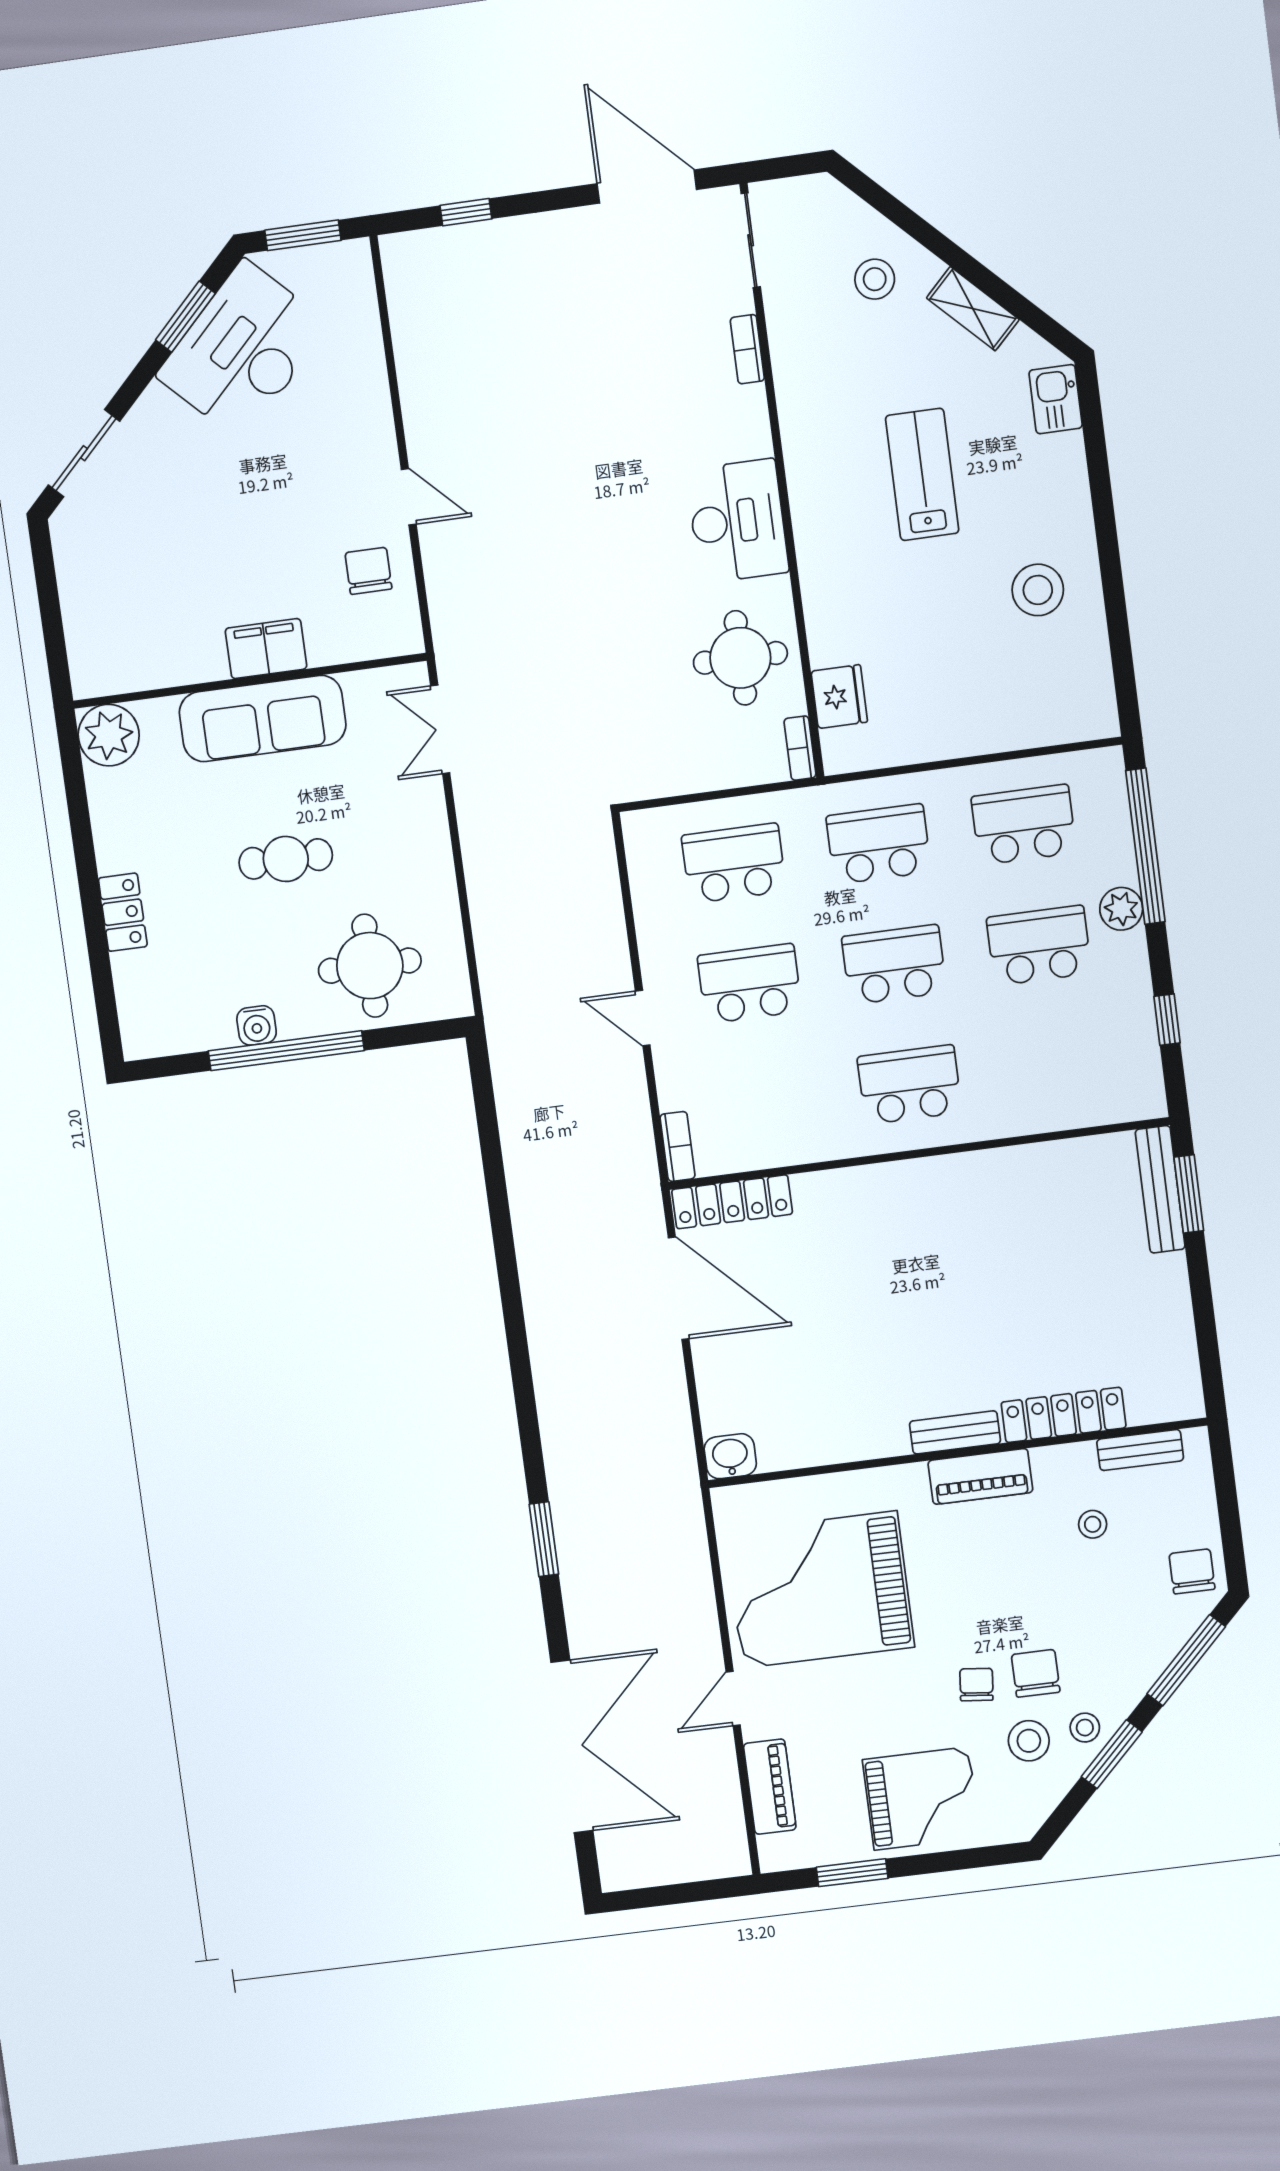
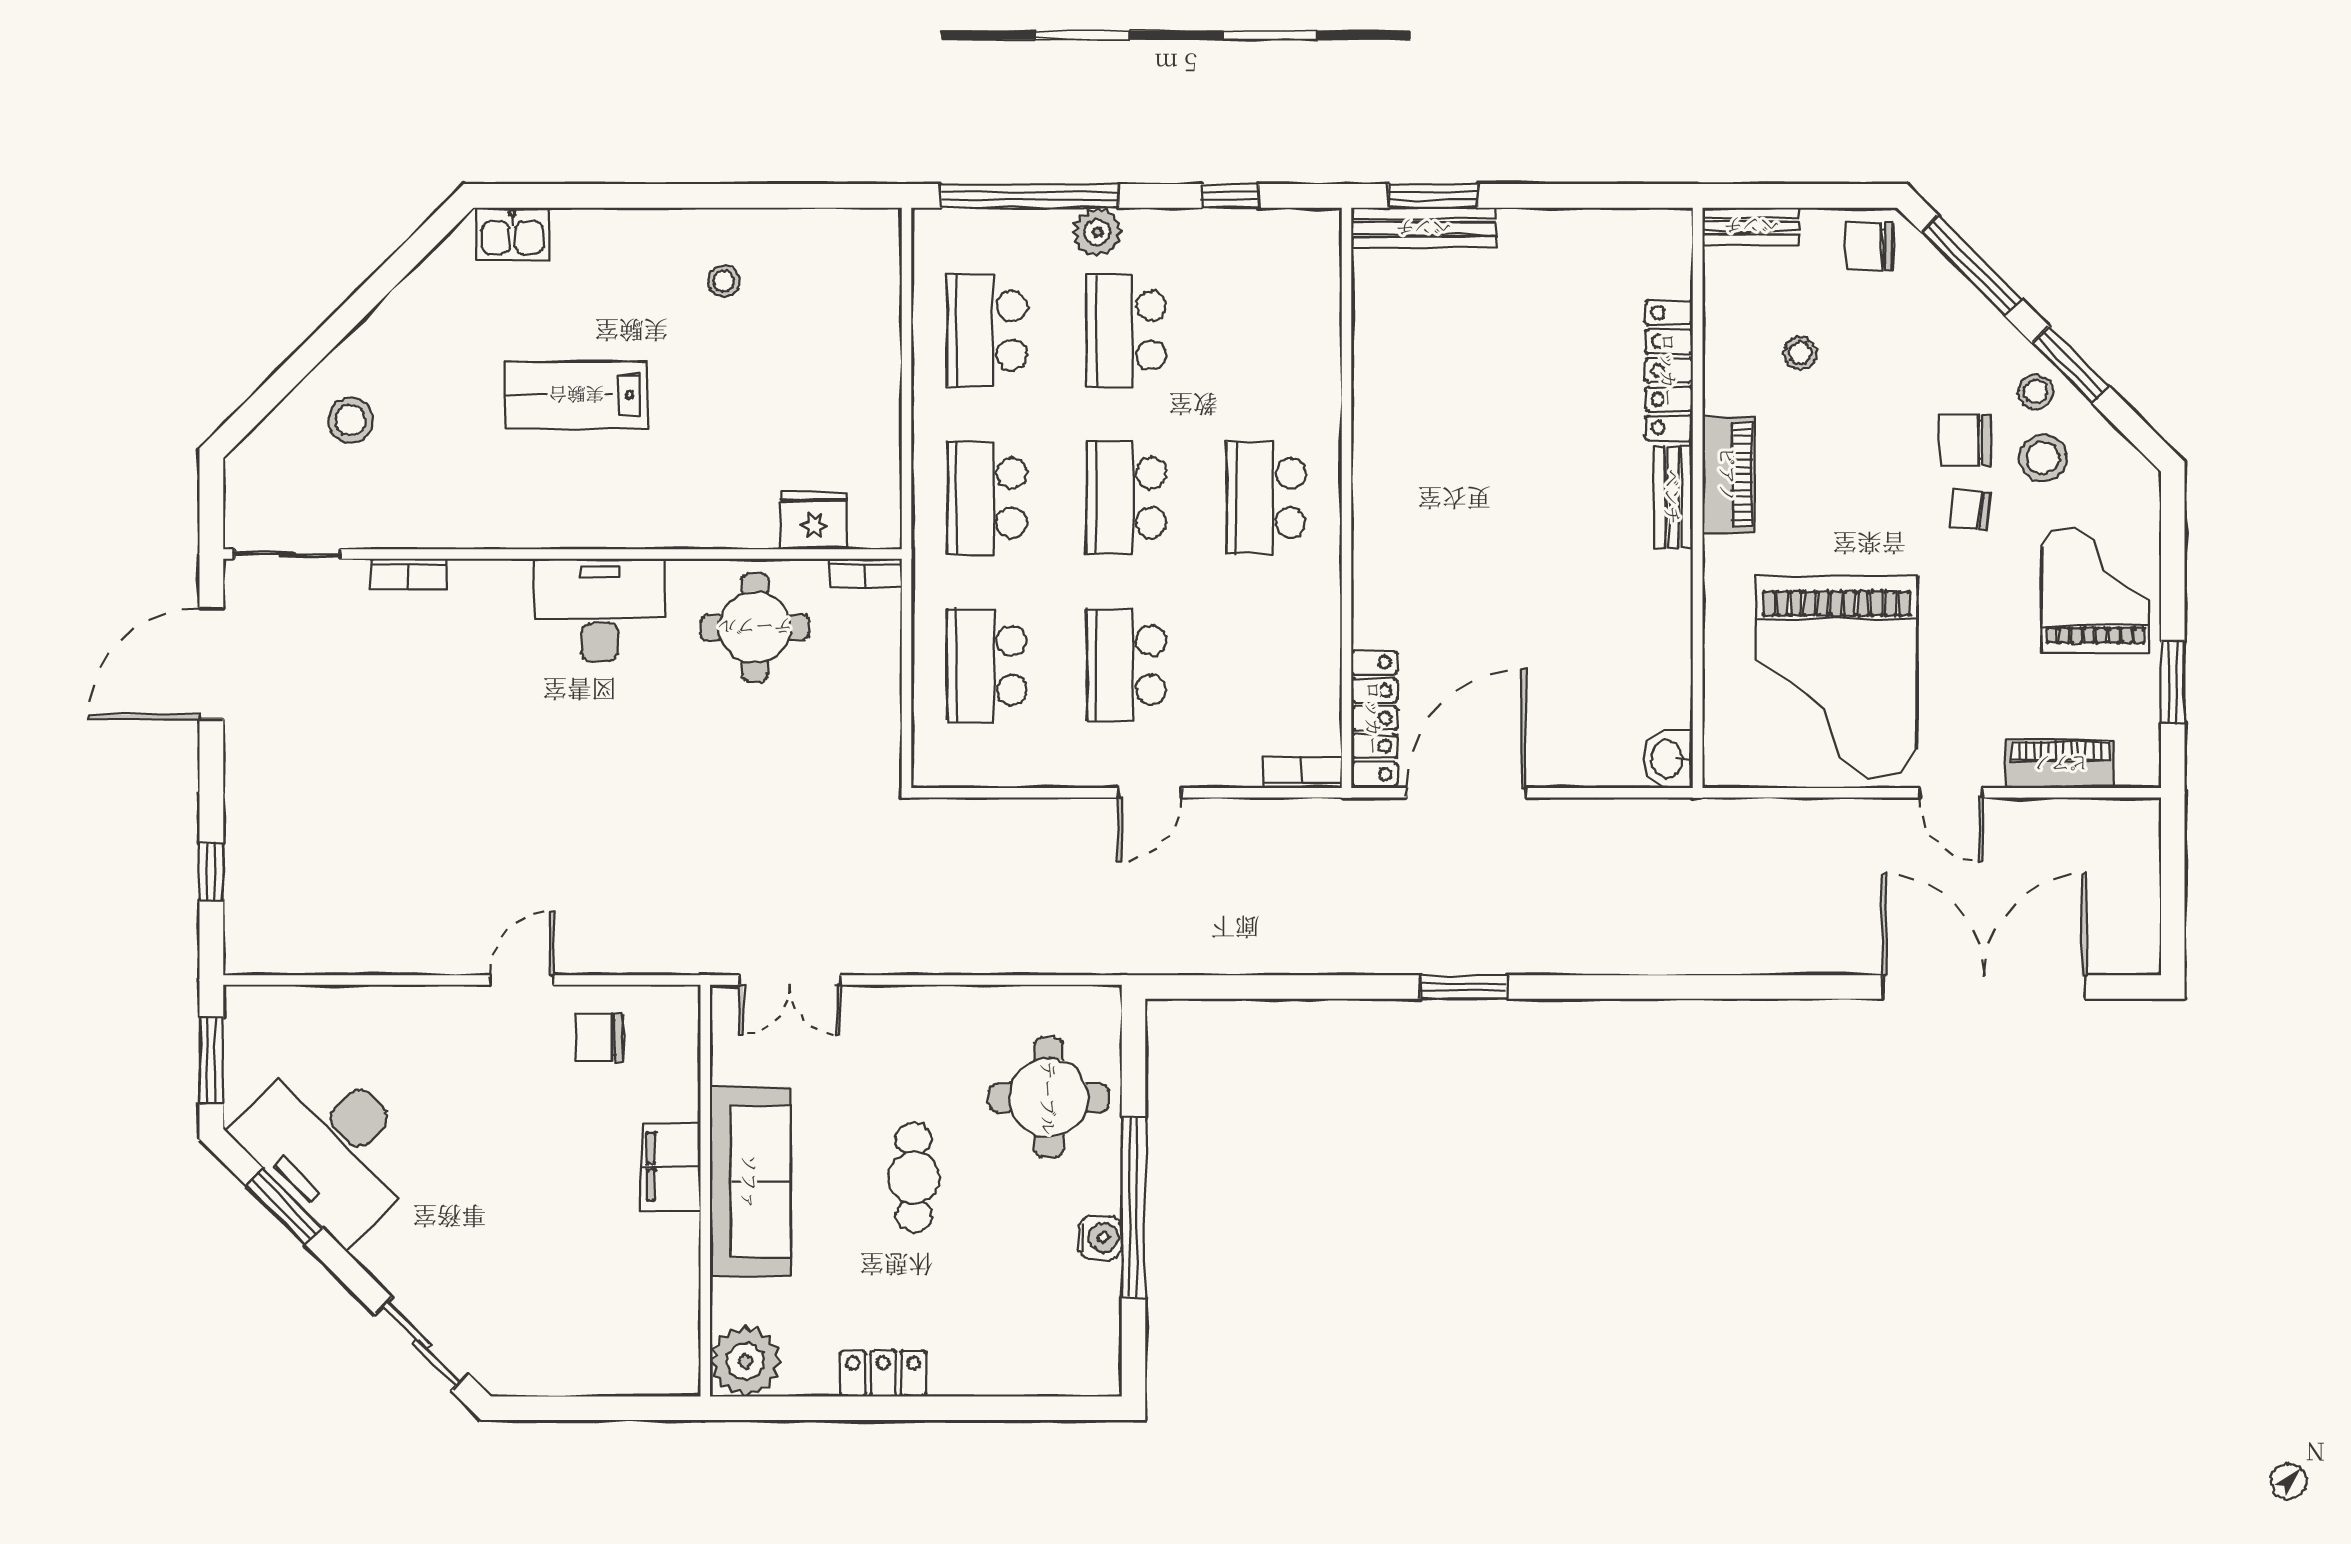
shelving: (973, 309) -> (399, 314), removed
stool: (1038, 590) -> (724, 281), width x0.53, depth x0.53
locker: (123, 912) -> (883, 1374), moved
bench: (1140, 1450) -> (1751, 226), moved, turned 90
window: (544, 1539) -> (1464, 987), moved

